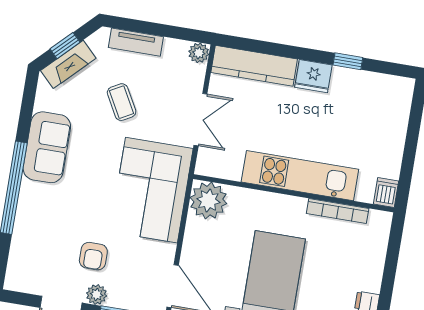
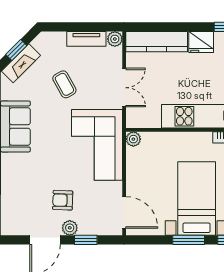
tv unit: (136, 42) -> (86, 39), moved
plant: (208, 201) -> (133, 139), width x0.53, depth x0.53
armchair: (93, 256) -> (63, 200), turned 92

